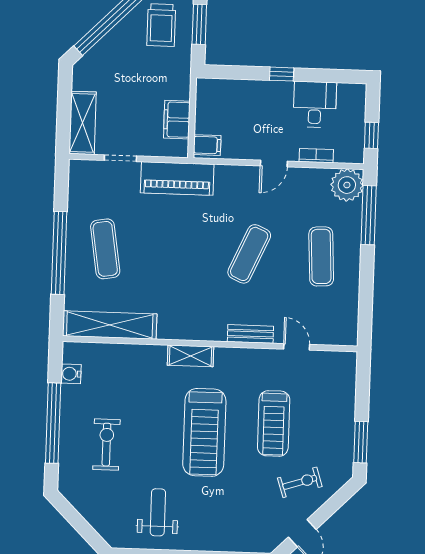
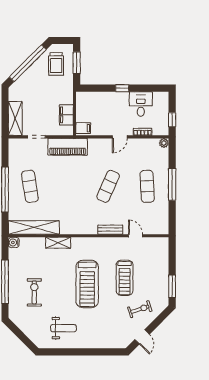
plant: (347, 185) -> (164, 143), width x0.53, depth x0.53
window: (369, 215) -> (172, 184), moved
shelving: (191, 356) -> (58, 243), moved
water cooler: (71, 374) -> (14, 242), moved
weight bench: (158, 512) -> (63, 328), turned 90

